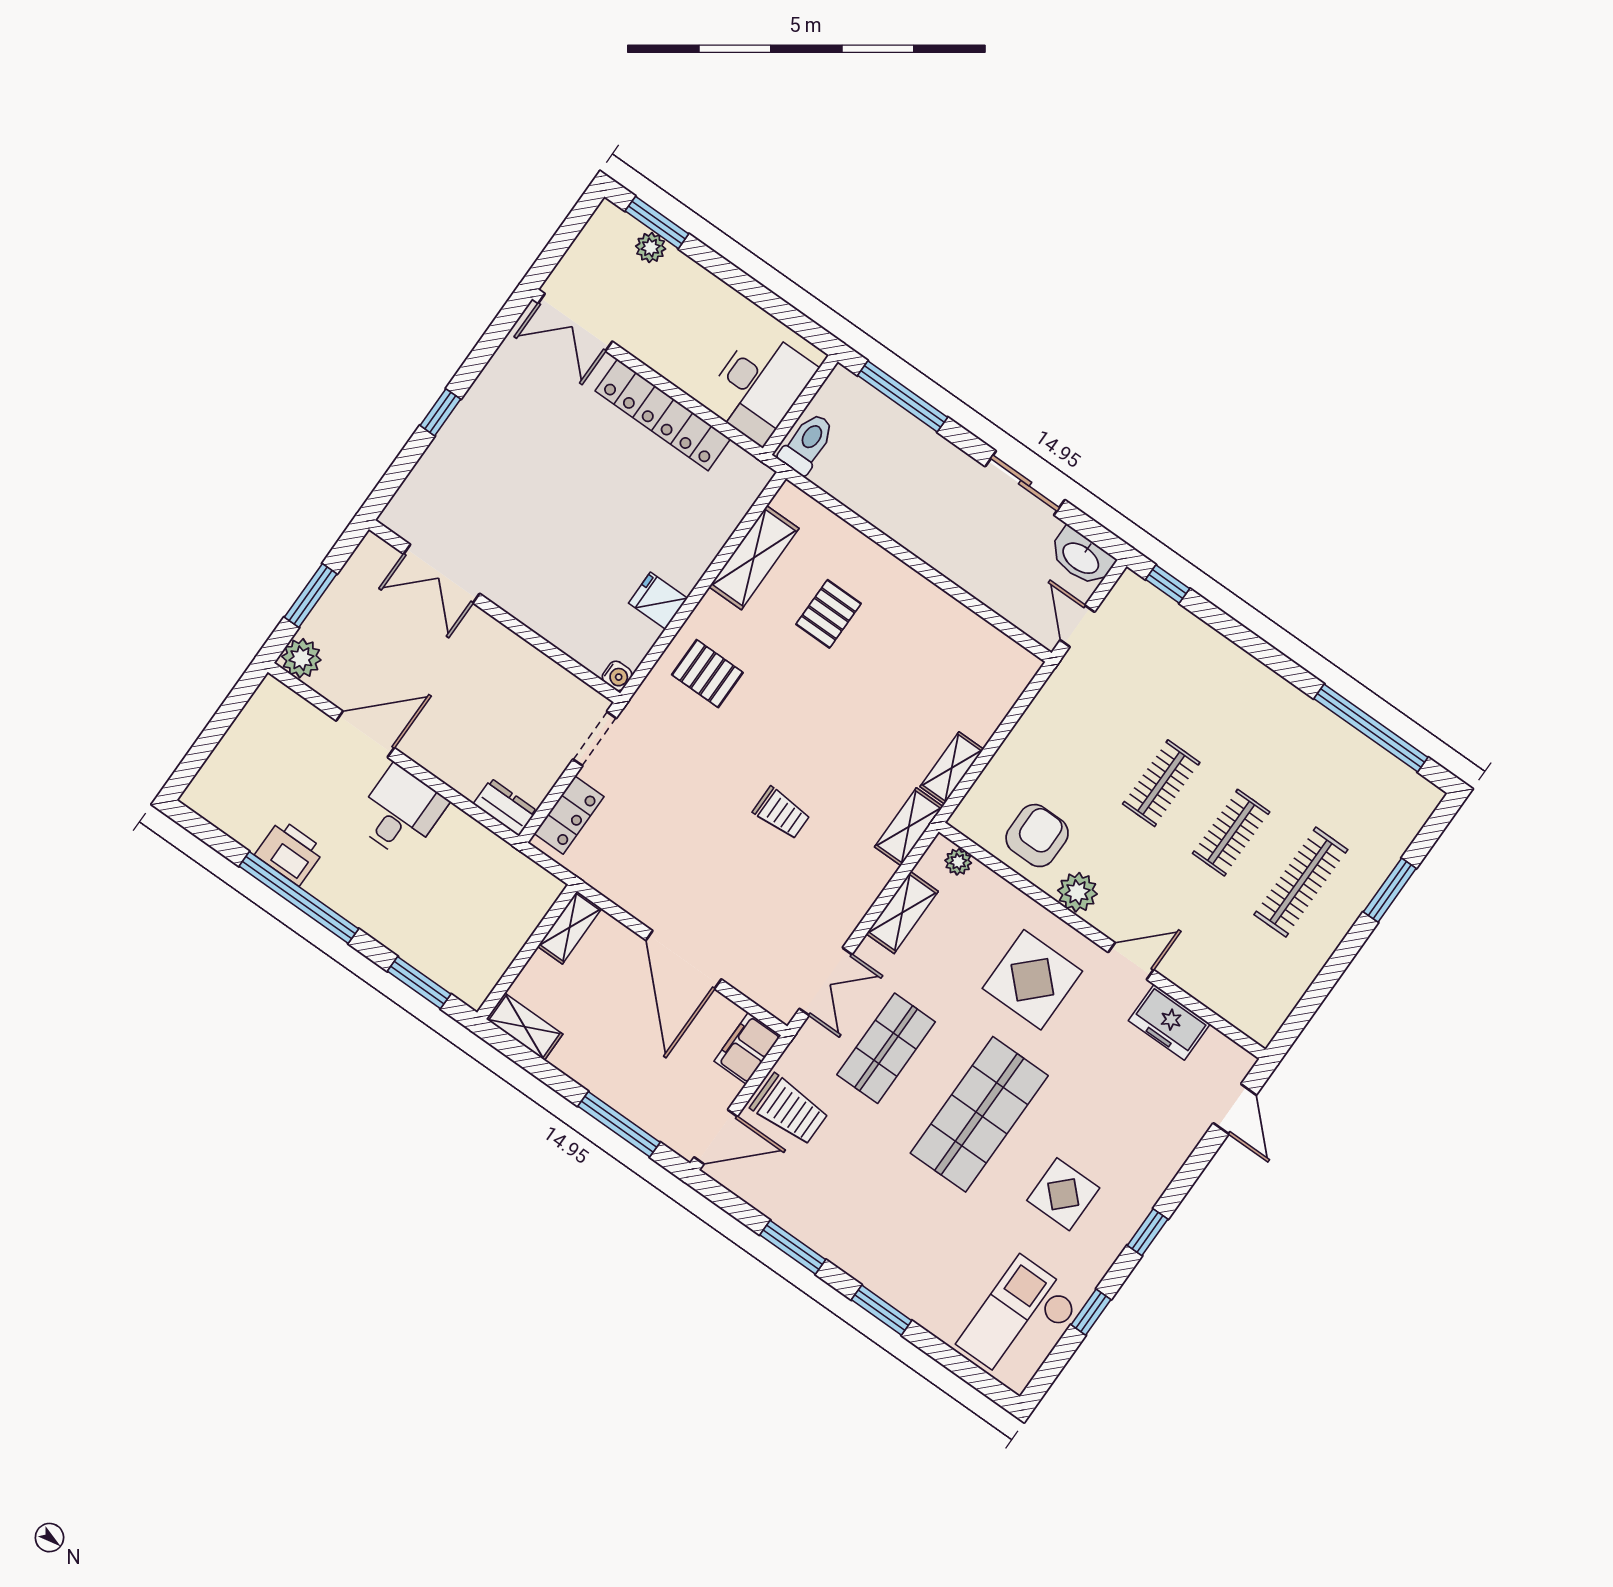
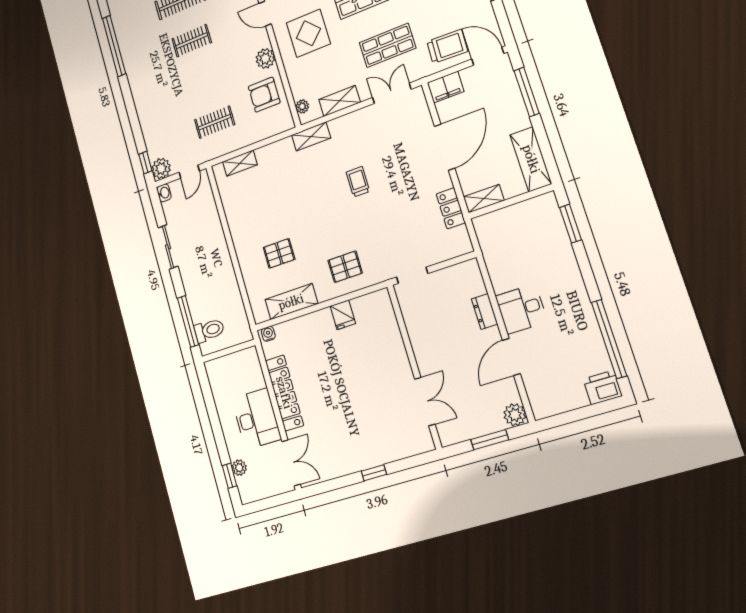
window: (657, 222) -> (229, 476), width x0.67
desk: (760, 386) -> (256, 419), moved, turned 90
toilet: (807, 443) -> (209, 330), moved, turned 180
washbasin: (1081, 557) -> (164, 193), width x0.52, depth x0.69
plant: (1132, 595) -> (161, 168), added
pallet: (707, 674) -> (345, 267), turned 90
water cooler: (617, 676) -> (268, 334), moved
door: (365, 734) -> (511, 357), hinge flipped
shelving: (952, 768) -> (240, 163), moved
clothes rail: (1161, 783) -> (215, 122), moved
dresser: (505, 807) -> (485, 311), moved
locker: (569, 815) -> (451, 208), moved, turned -90
printer: (290, 852) -> (603, 387), moved, turned 90
window: (299, 897) -> (609, 339), moved
shelving: (524, 1027) -> (531, 159), width x1.50, depth x1.33
trolley: (789, 1110) -> (447, 46), turned 92

